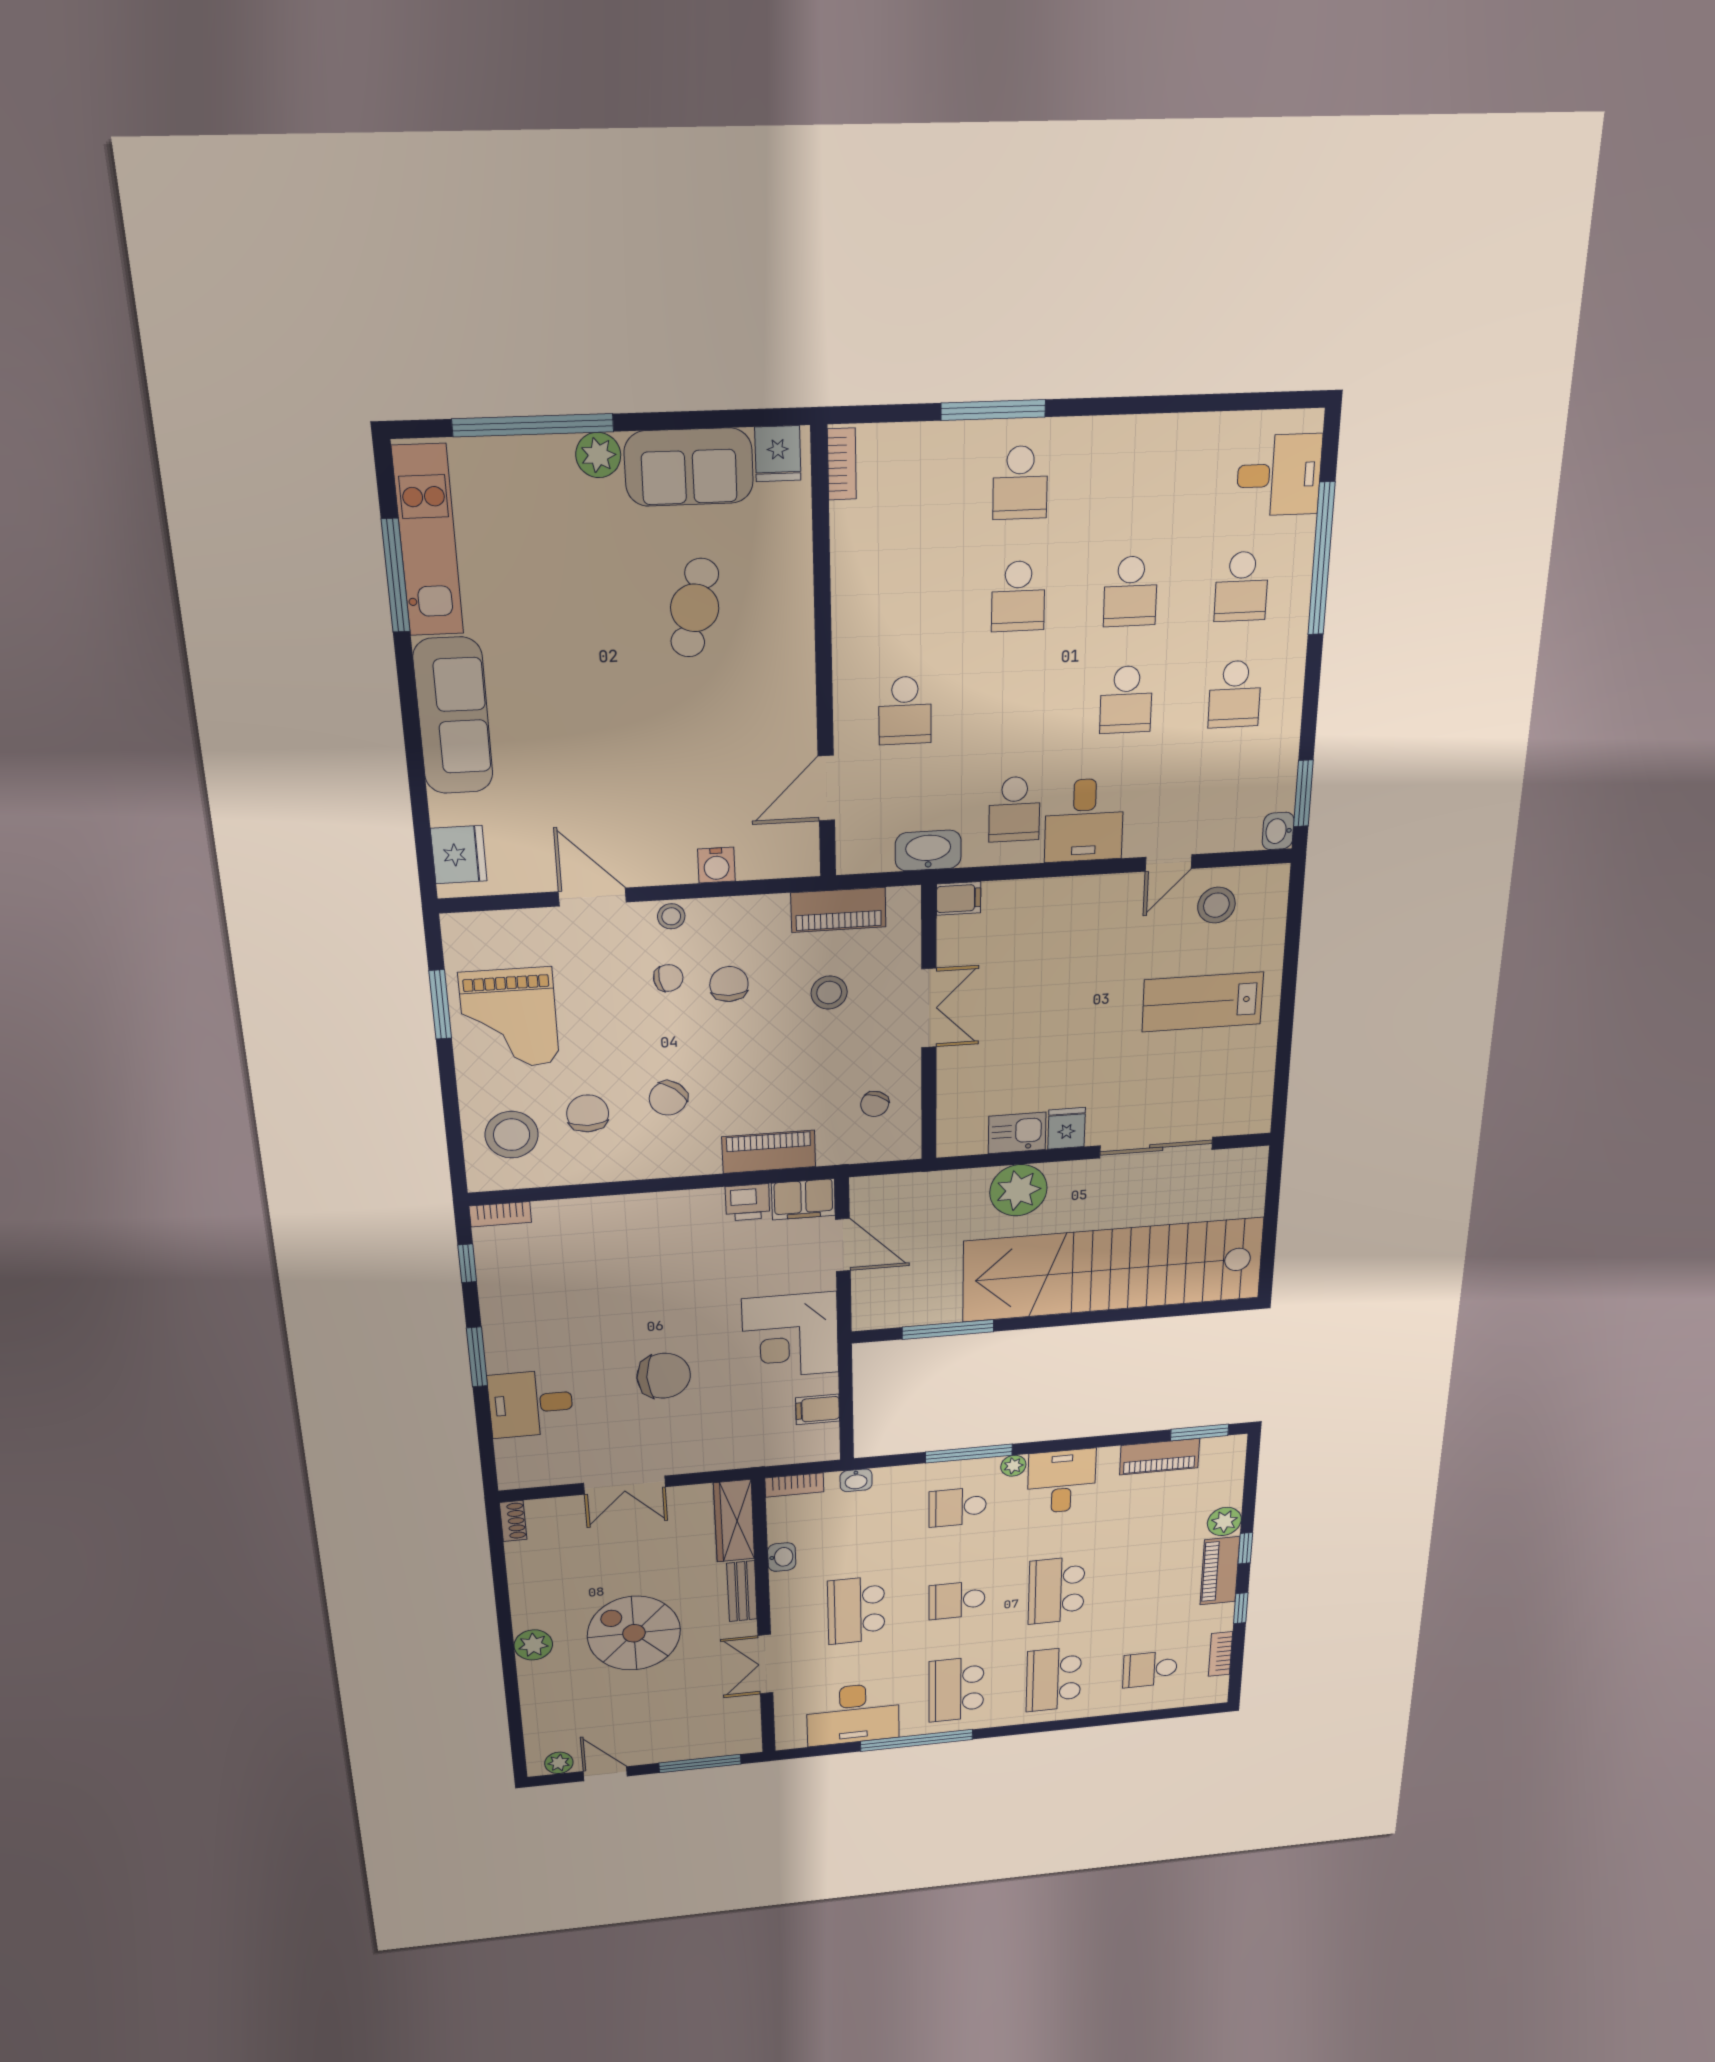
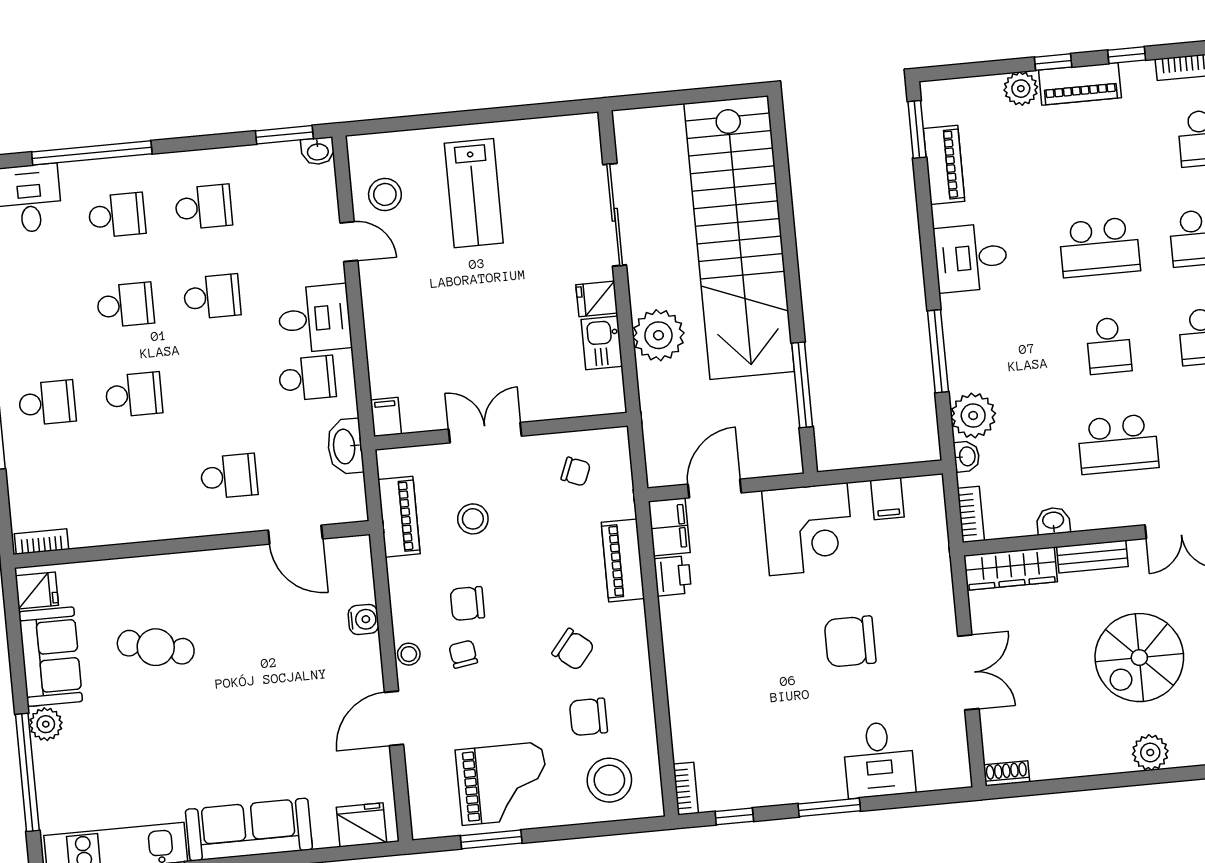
chair: (664, 1376) -> (850, 641), turned -90
plant: (1013, 1466) -> (973, 415), moved, width x1.88, depth x1.88
school desk: (958, 1507) -> (999, 356), removed

